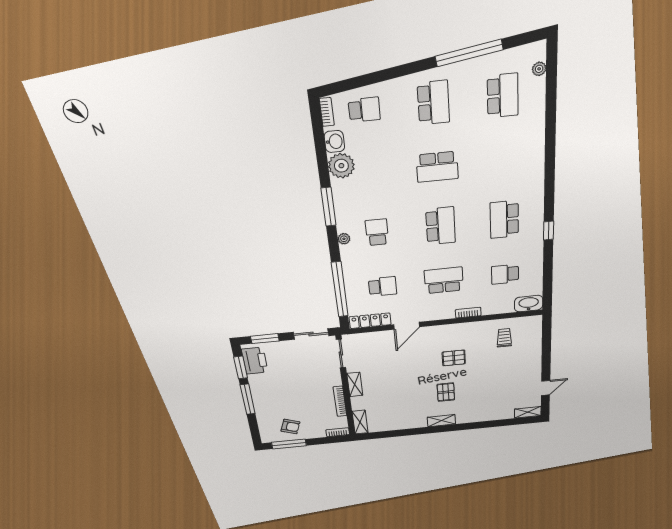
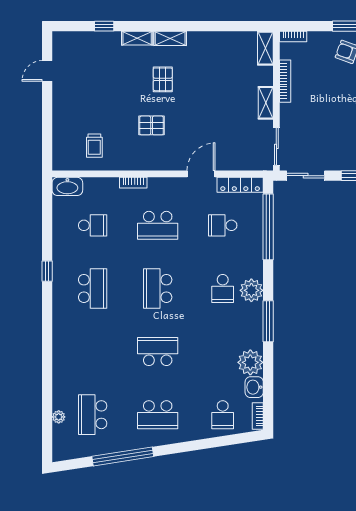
plant: (539, 69) -> (59, 417), moved
school desk: (433, 103) -> (158, 415), turned -90
school desk: (364, 110) -> (223, 415), turned -90
plant: (344, 239) -> (251, 290), width x1.87, depth x1.87
shelving: (528, 412) -> (137, 38), moved
window: (497, 423) -> (104, 26), added

